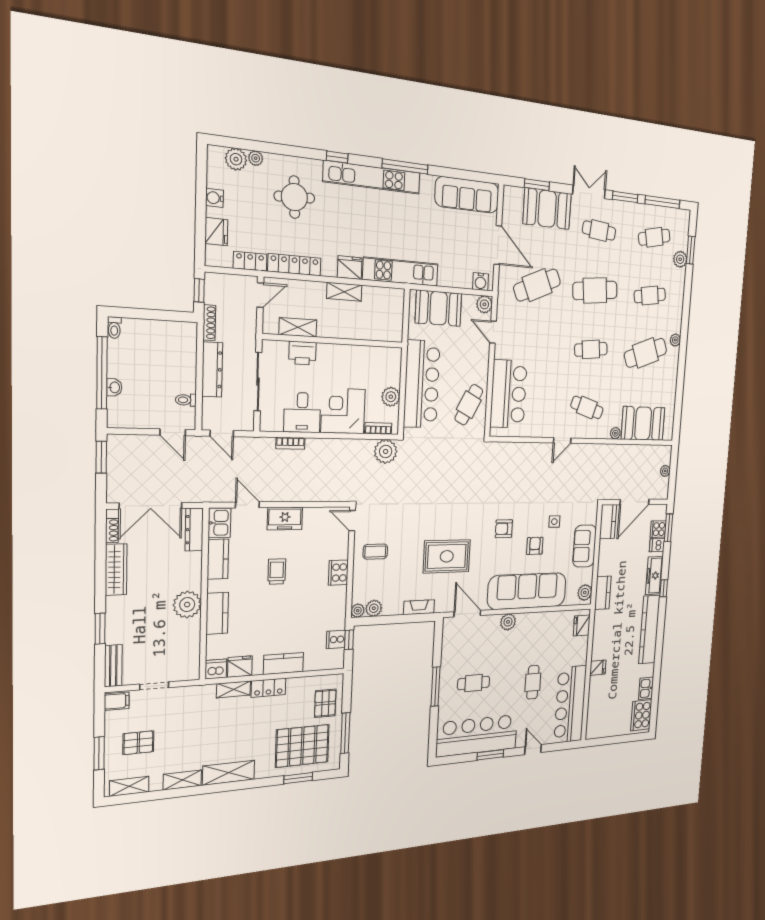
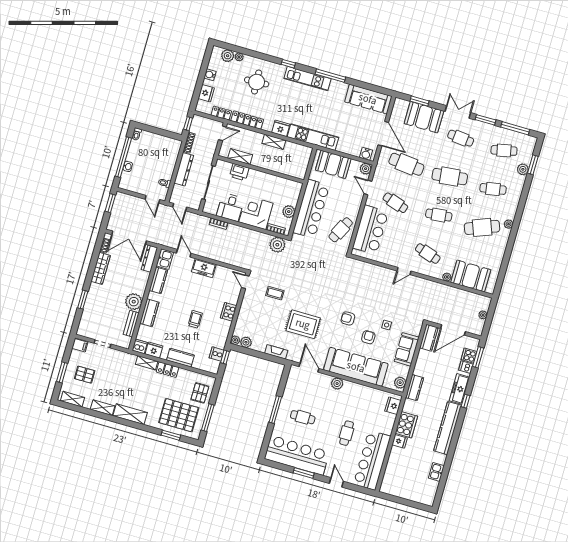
kitchen unit: (372, 177) -> (307, 79), width x0.73
cafe table: (537, 285) -> (406, 164), turned 30
cafe table: (533, 346) -> (395, 203), added
coffee table: (375, 552) -> (275, 293), moved
trolley: (277, 572) -> (195, 319), moved
bench: (113, 666) -> (131, 324), moved
cooker: (641, 715) -> (406, 425), moved, turned 180

